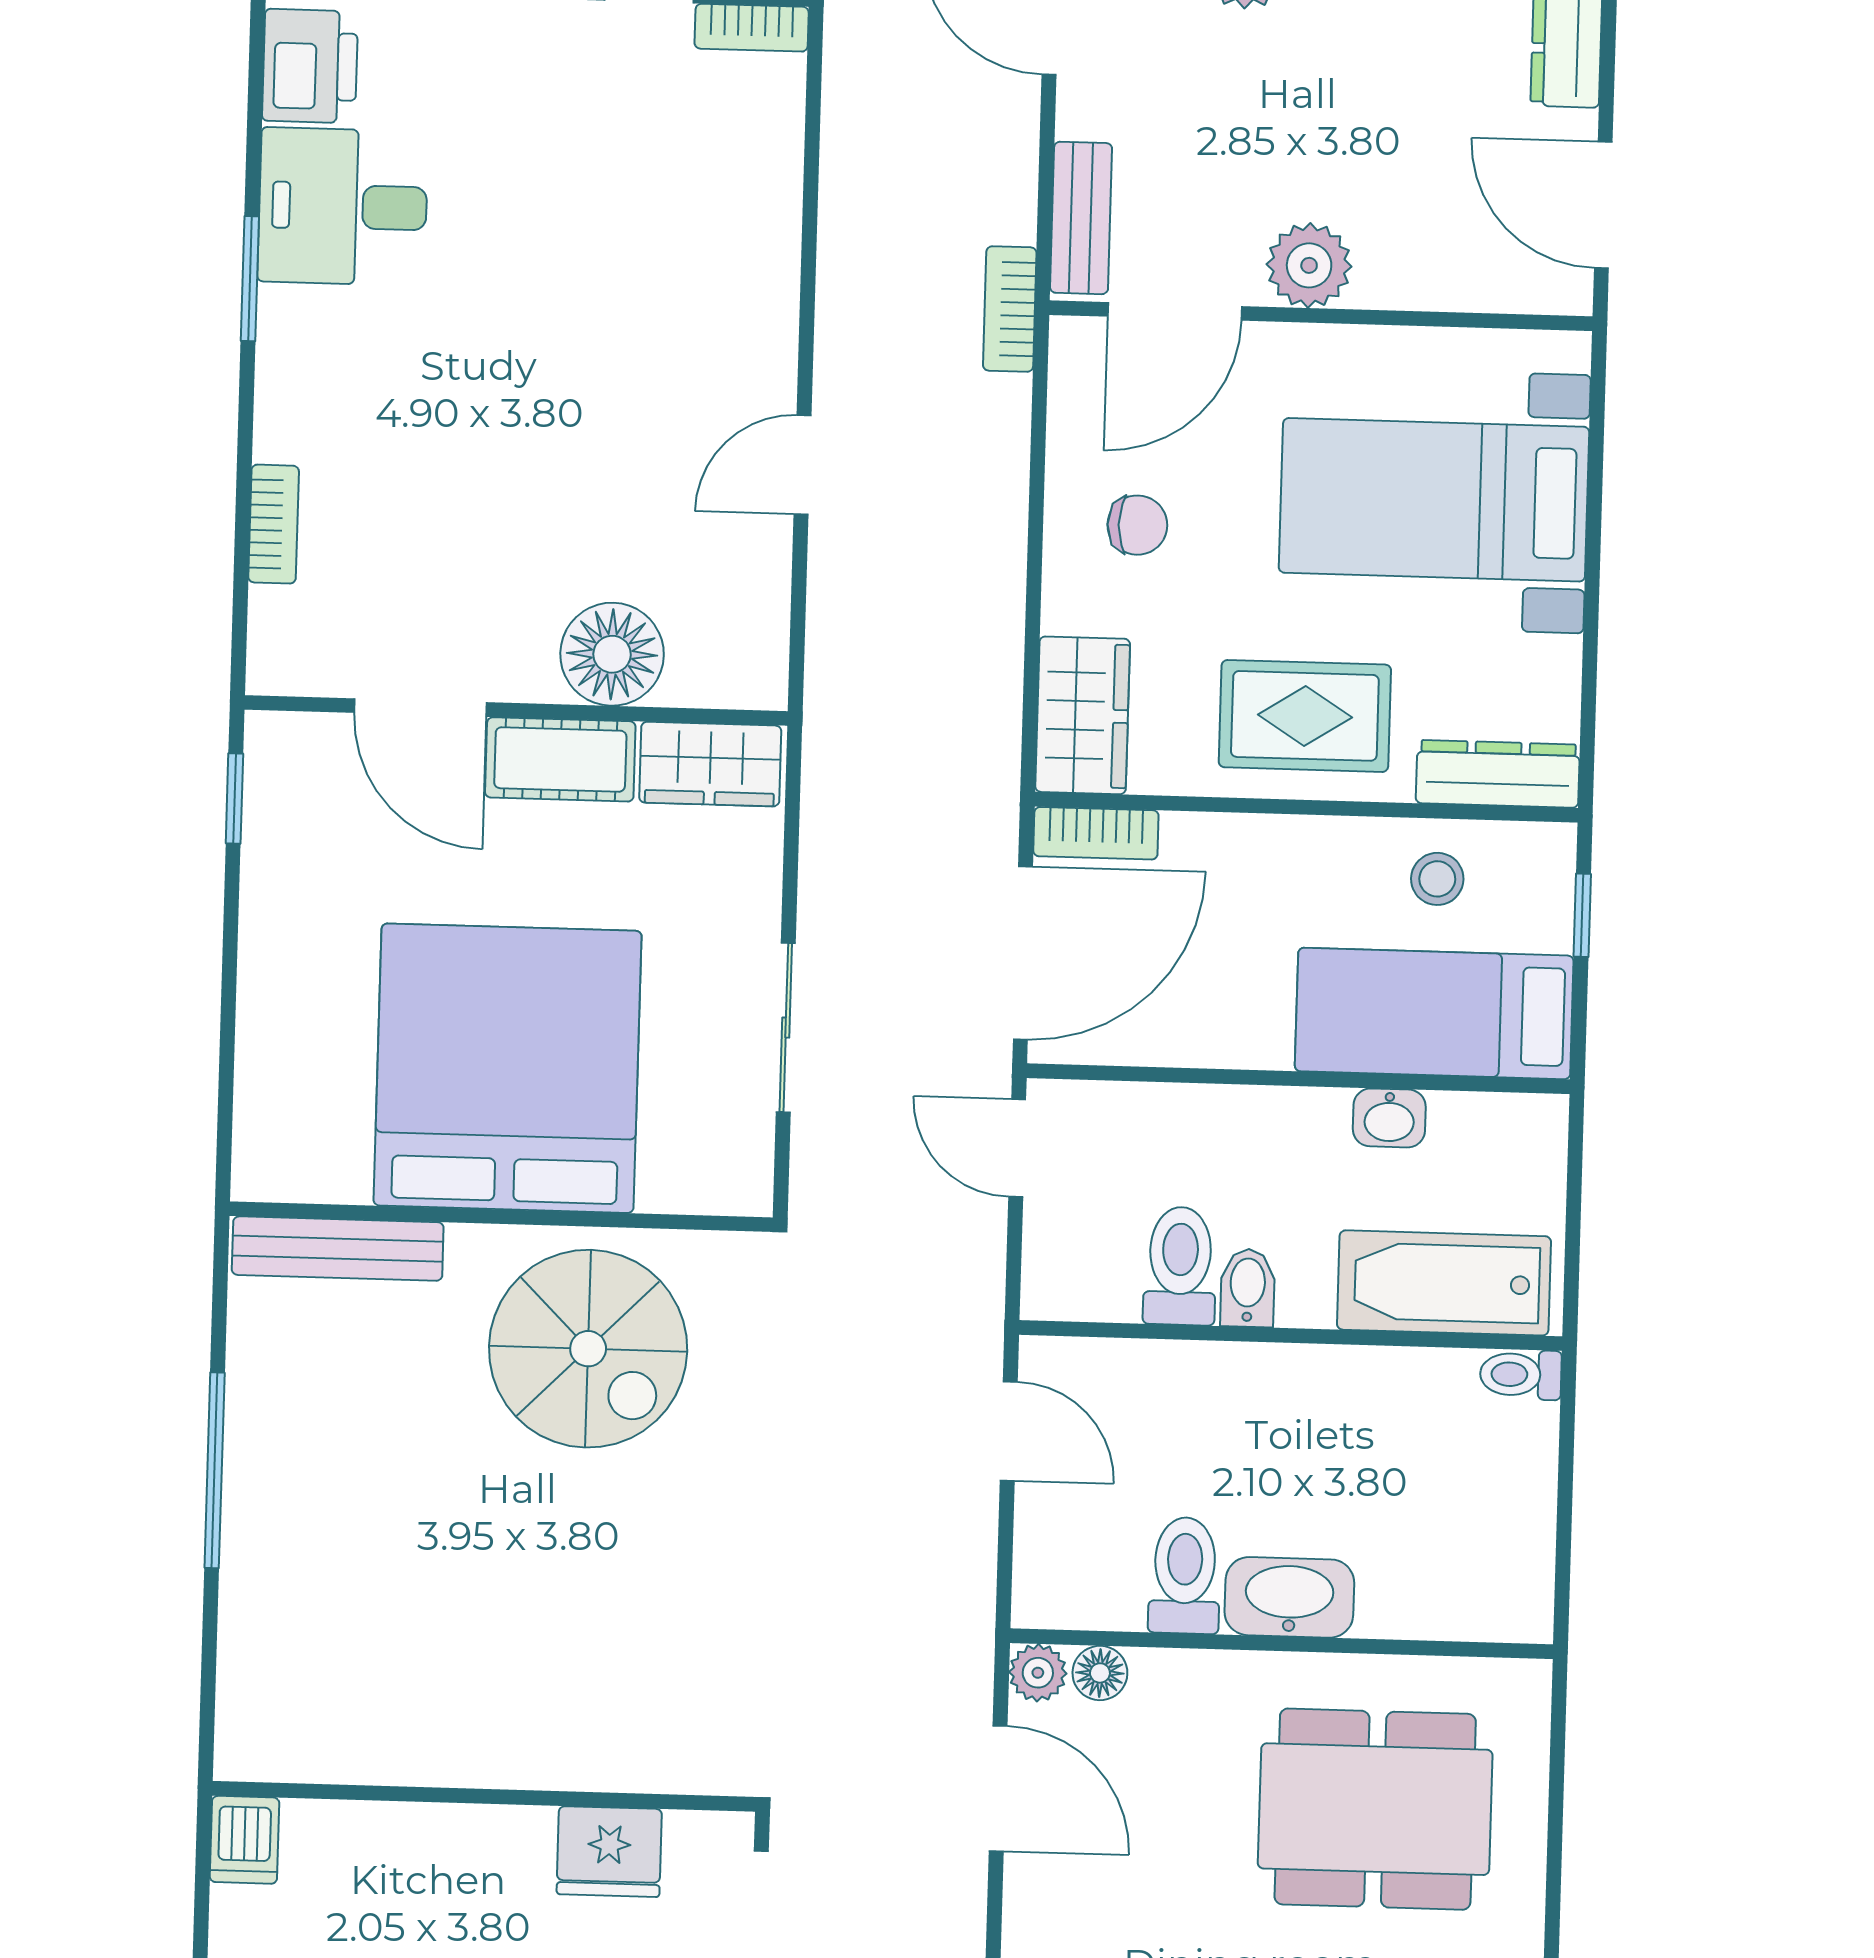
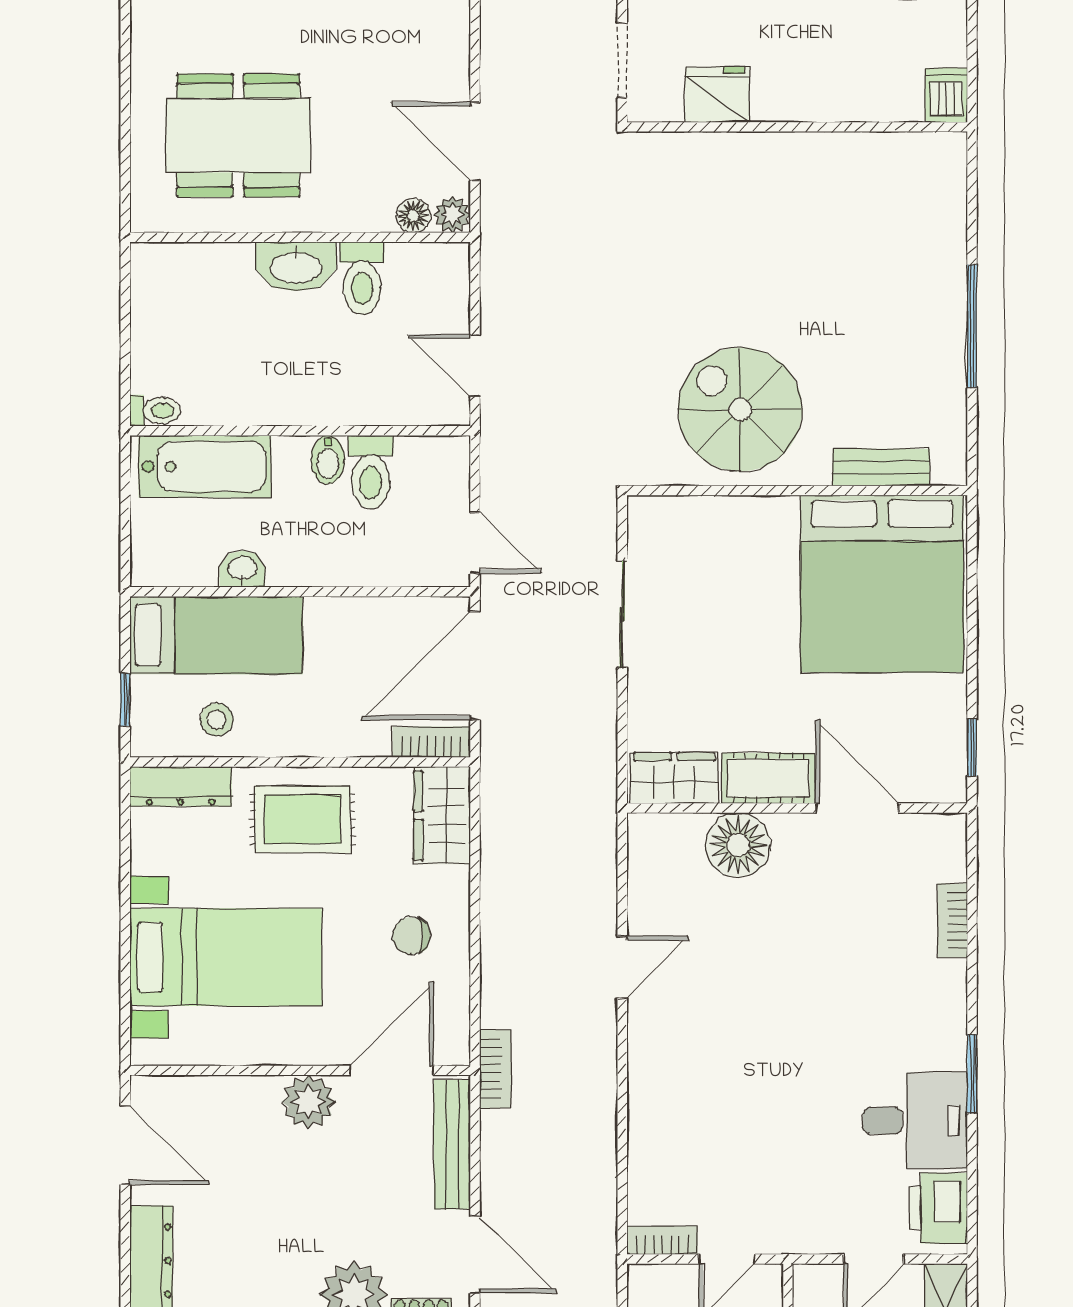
bench: (1081, 218) -> (452, 1144), width x1.36
bed: (508, 1068) -> (882, 584), moved
bench: (338, 1249) -> (881, 467), width x0.73

